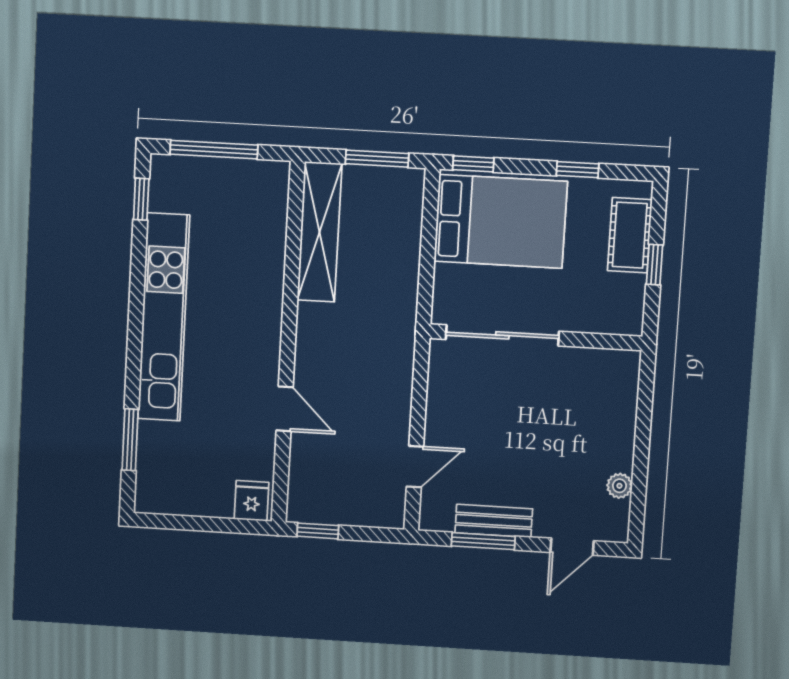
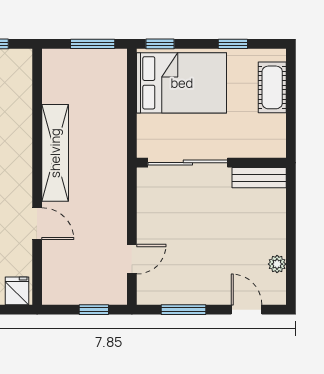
shelving: (320, 232) -> (55, 153), moved
window: (655, 265) -> (291, 107), removed
bench: (494, 521) -> (259, 178), moved
window: (318, 531) -> (94, 310), moved
door: (572, 547) -> (247, 310), swing flipped

